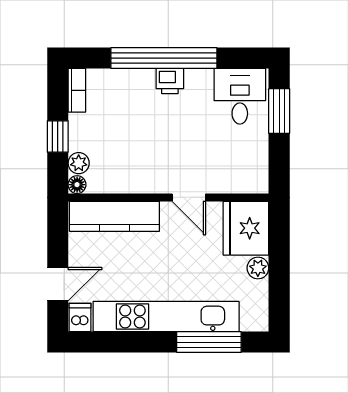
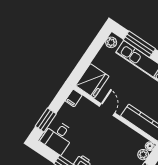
filing cabinet: (258, 179) -> (74, 98), added
plant: (258, 268) -> (111, 42), moved

